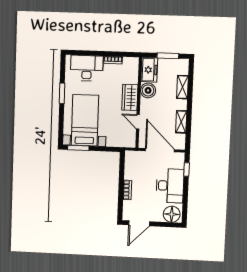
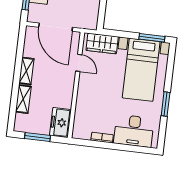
boiler: (148, 90) -> (64, 99), removed
wardrobe: (130, 97) -> (102, 43), moved, turned 90
shelving: (181, 122) -> (27, 71), moved

